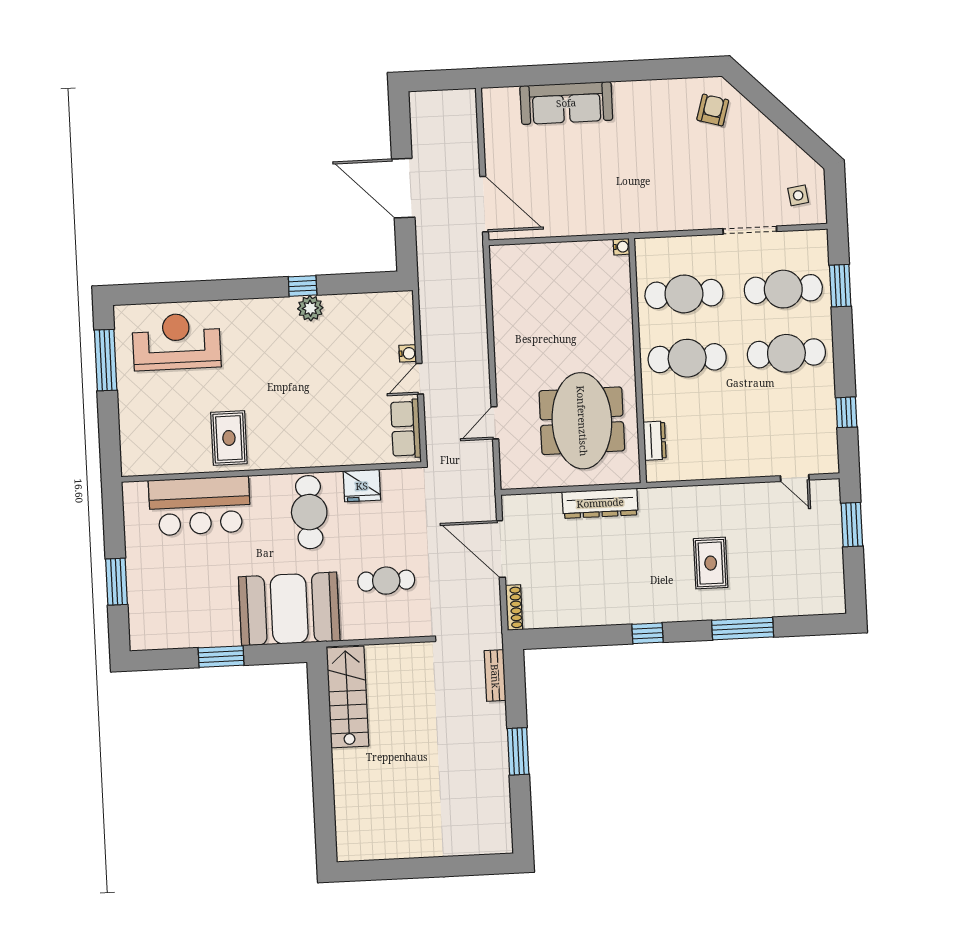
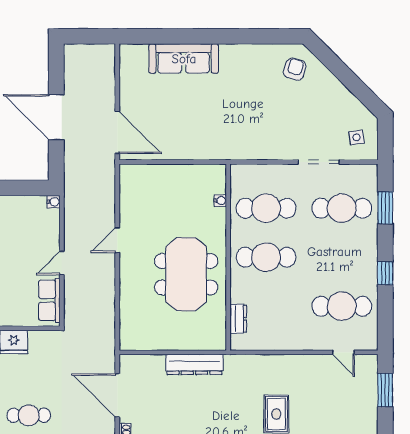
water cooler: (622, 247) -> (220, 201), moved
water cooler: (408, 353) -> (54, 202), moved
cafe table: (786, 353) -> (342, 306), moved
window: (846, 412) -> (385, 273), moved
meeting table: (582, 421) -> (186, 274), moved
door: (495, 423) -> (117, 240), moved

